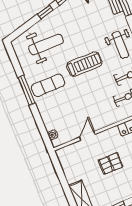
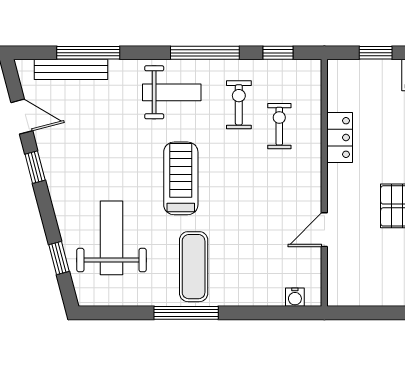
window: (45, 12) -> (59, 258), moved
door: (87, 136) -> (324, 230), hinge flipped

